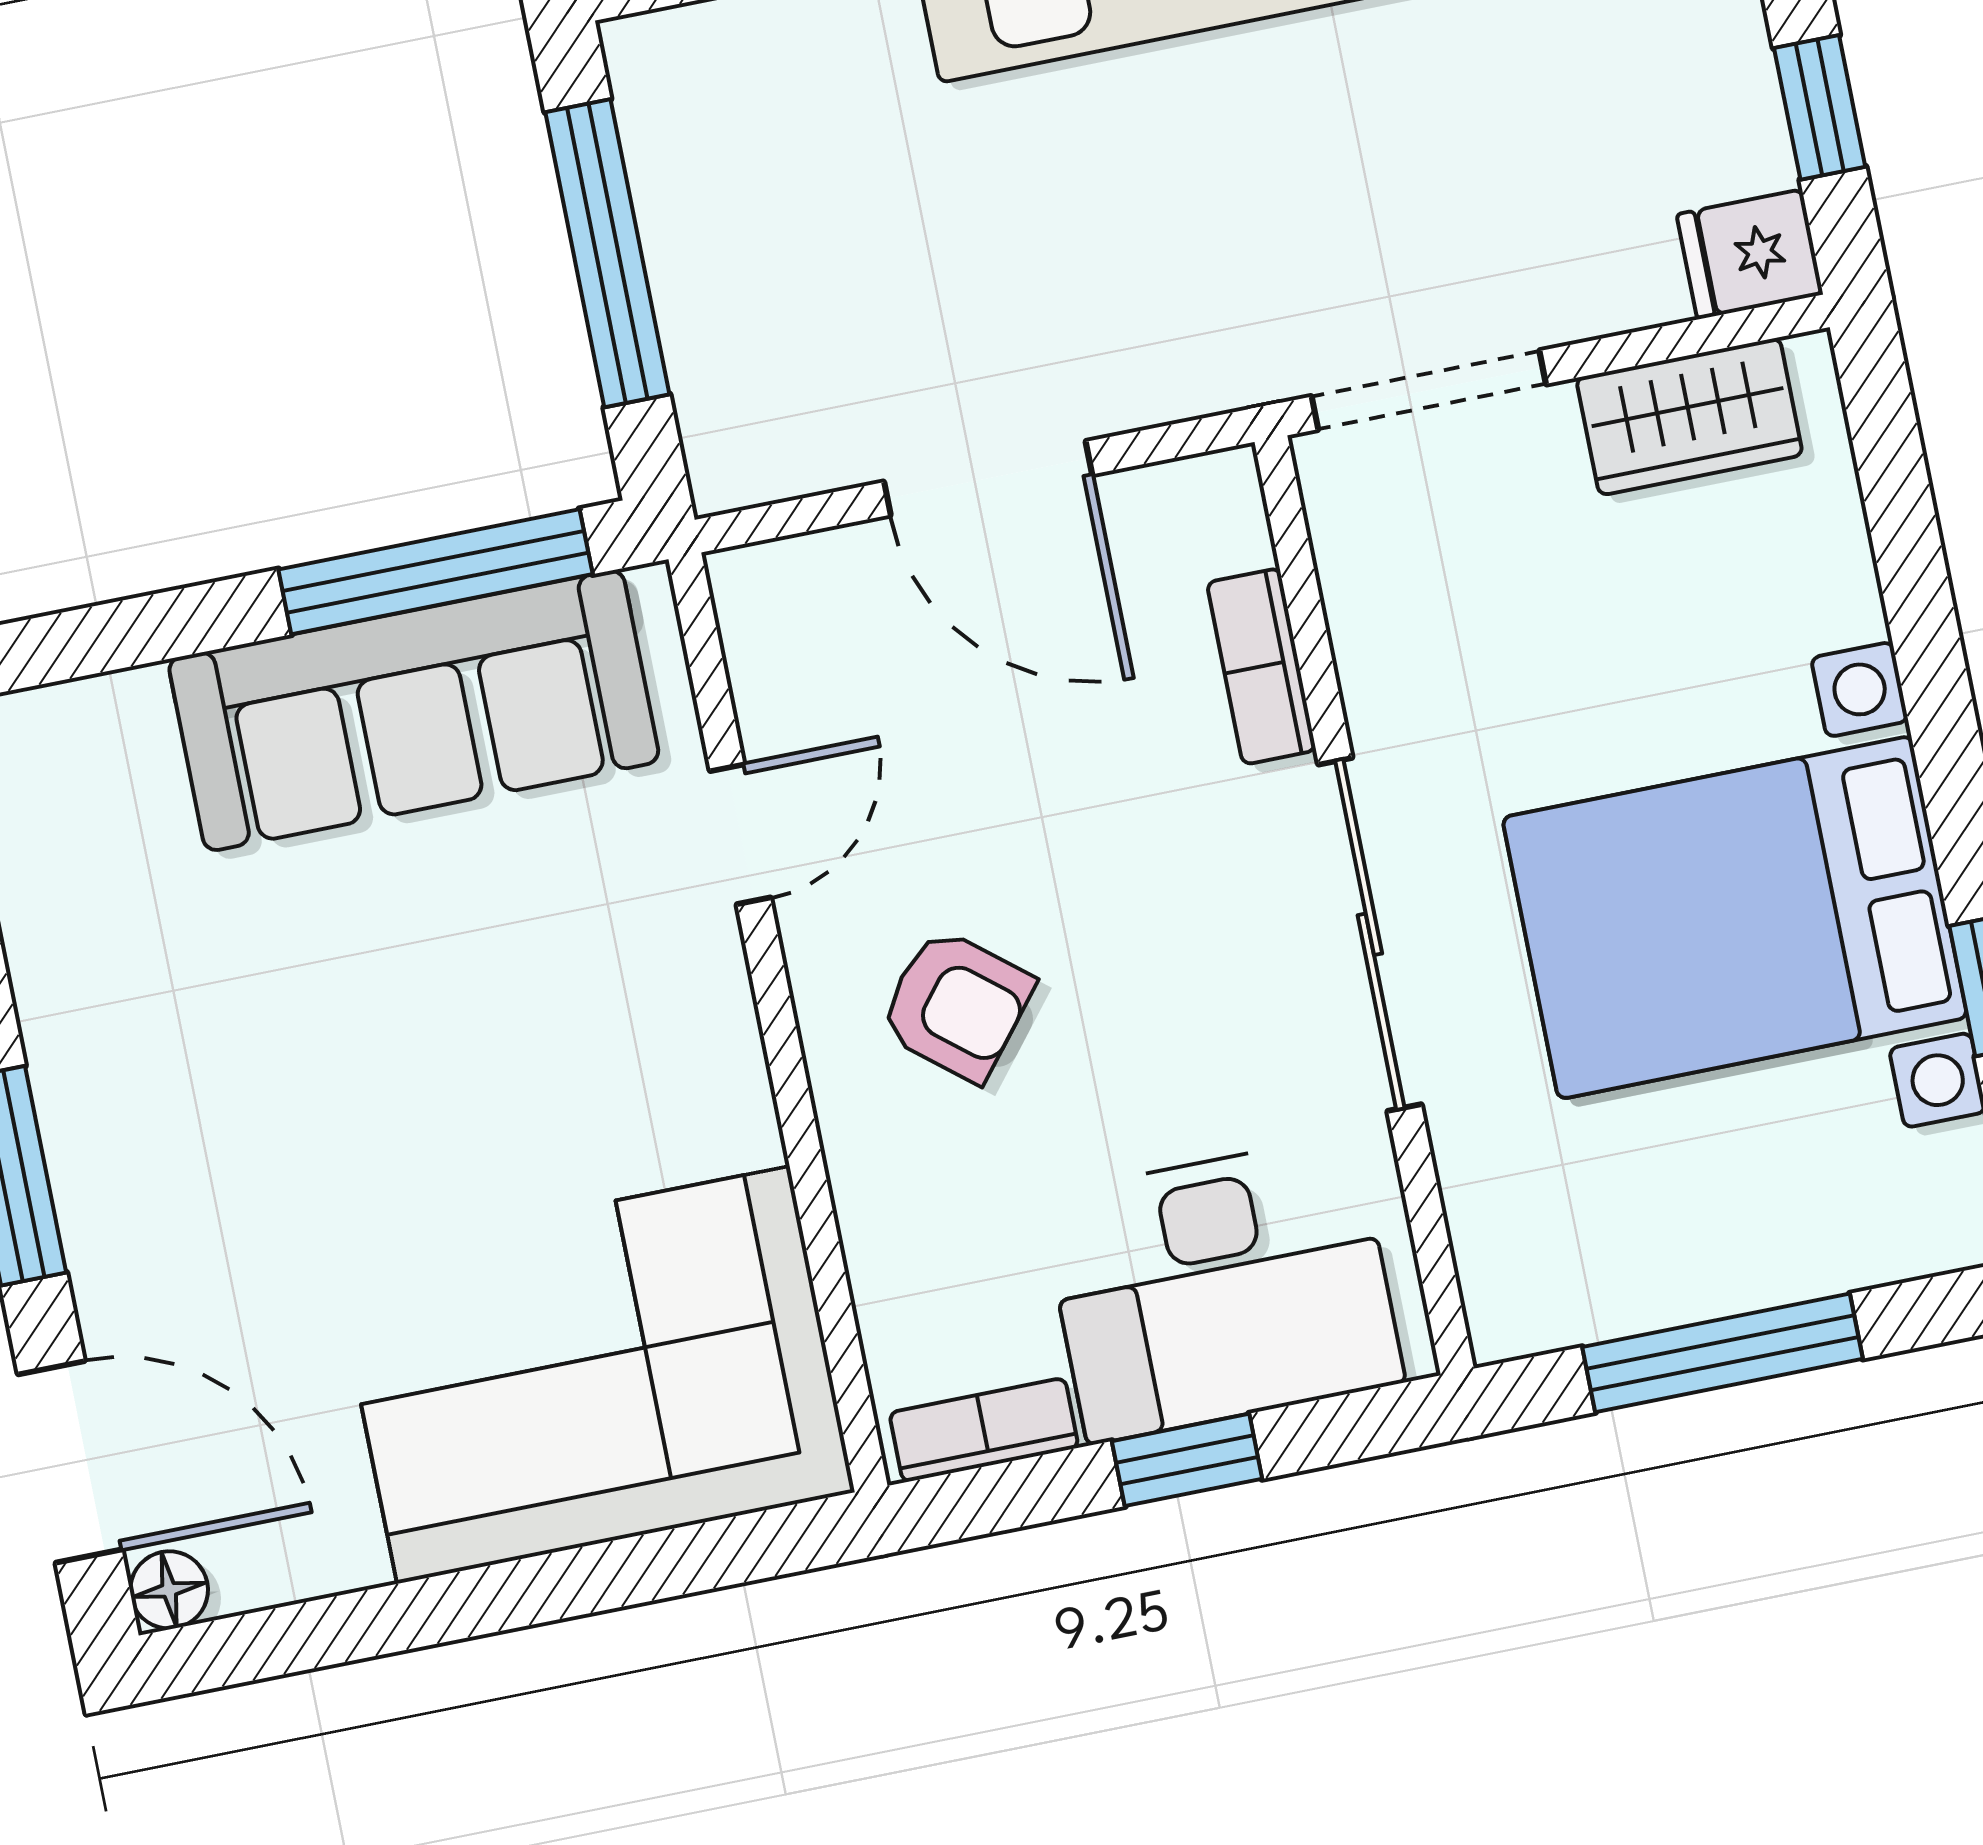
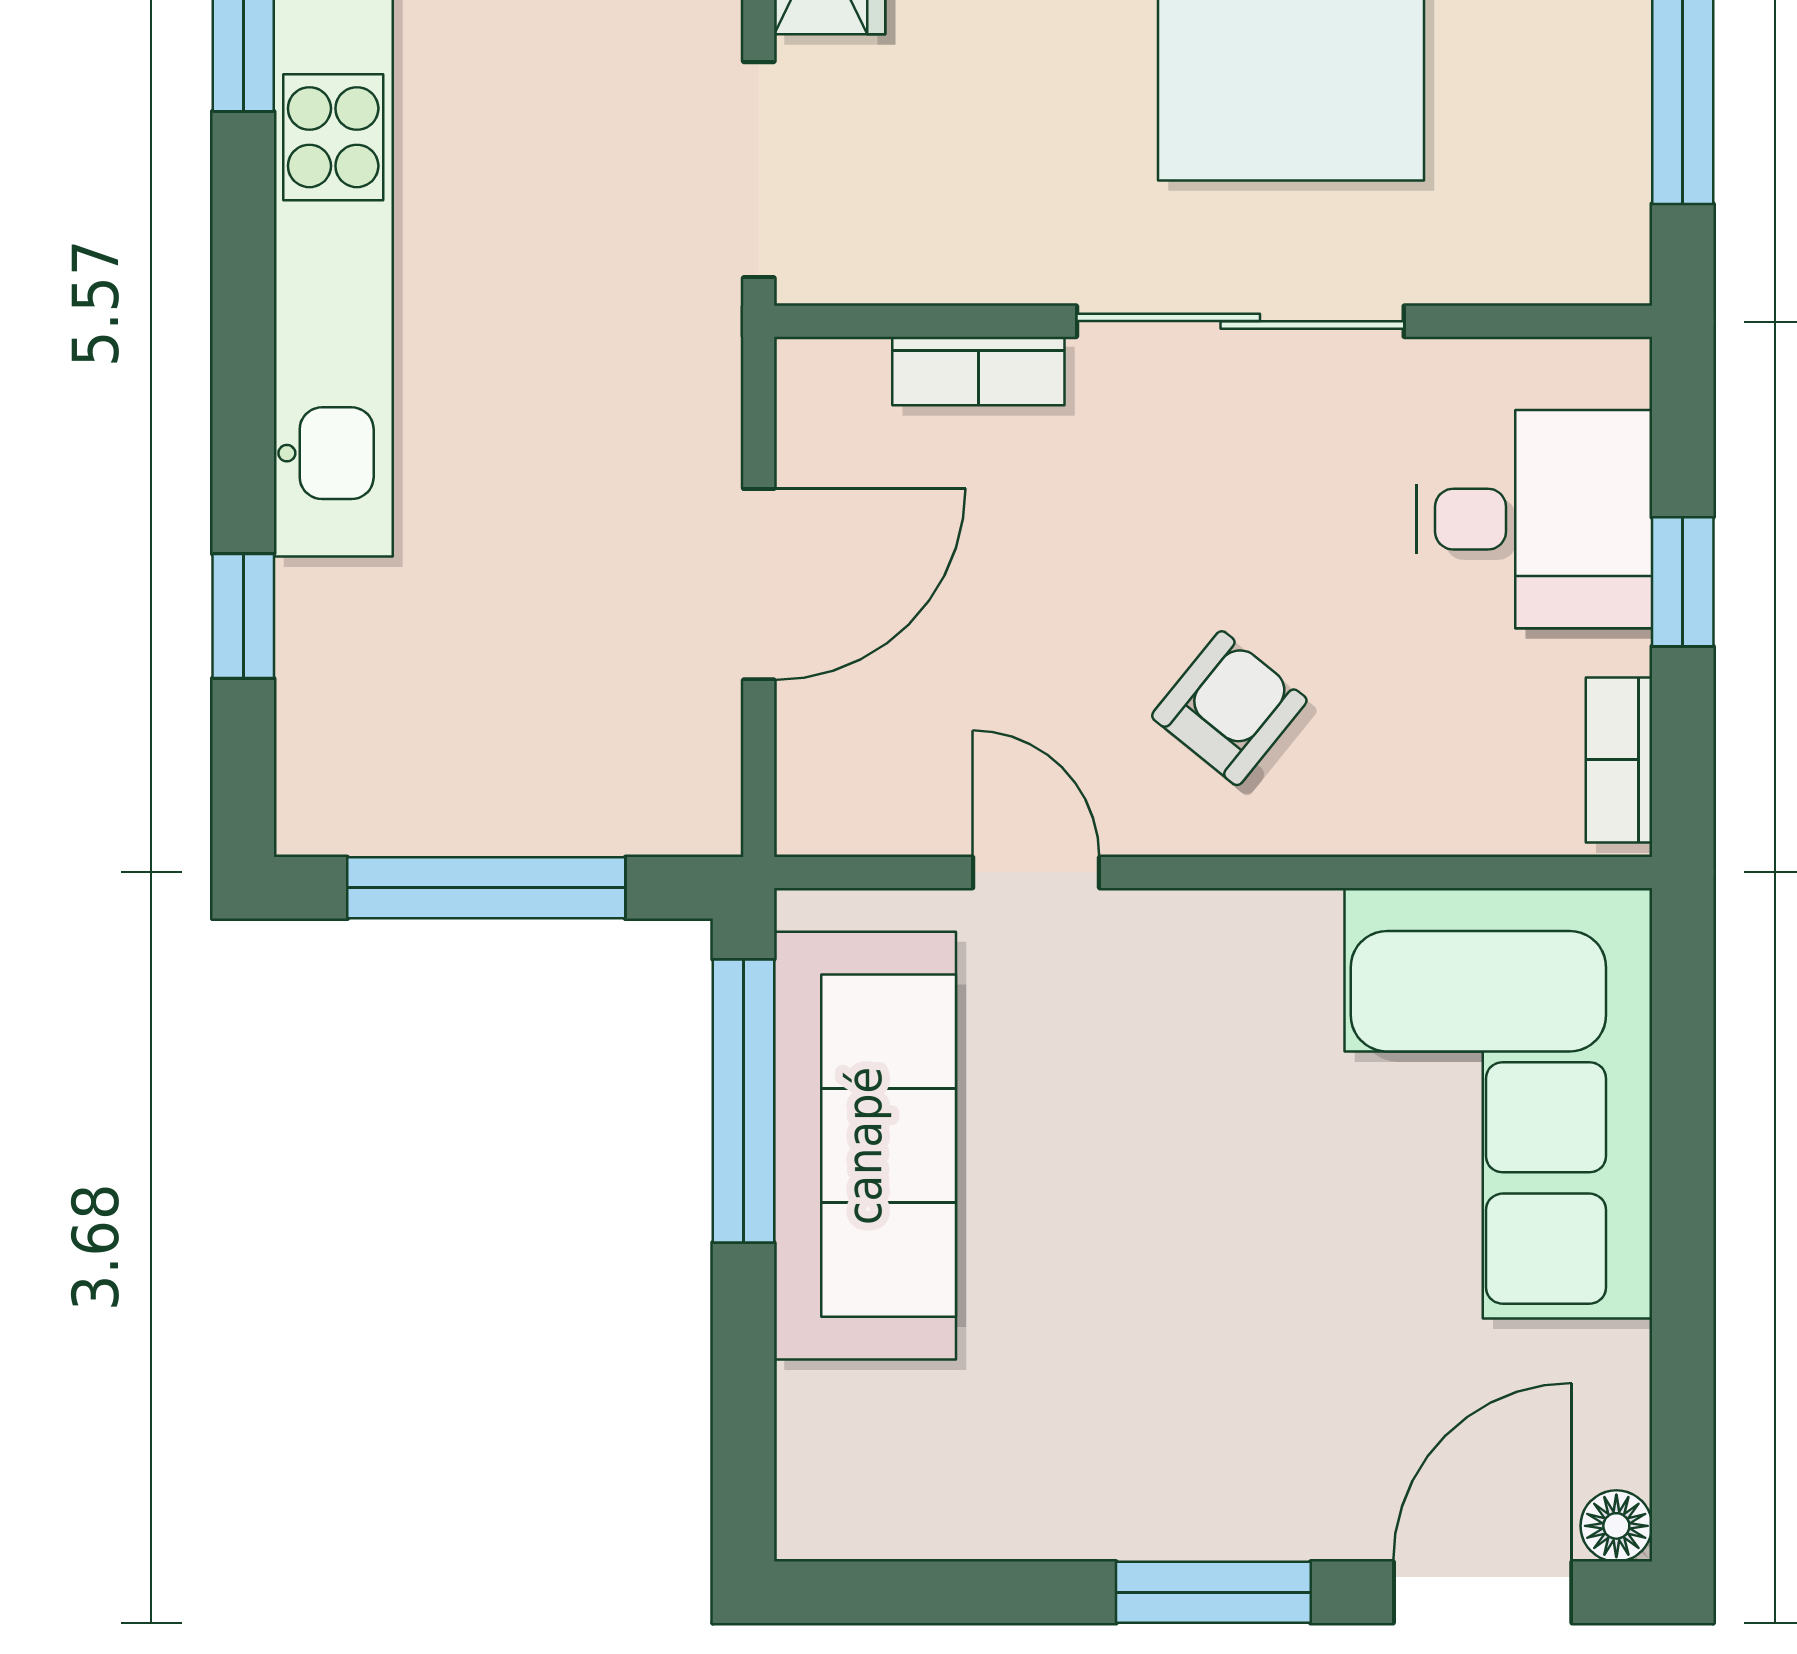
desk: (1222, 1289) -> (1534, 519), width x0.73

